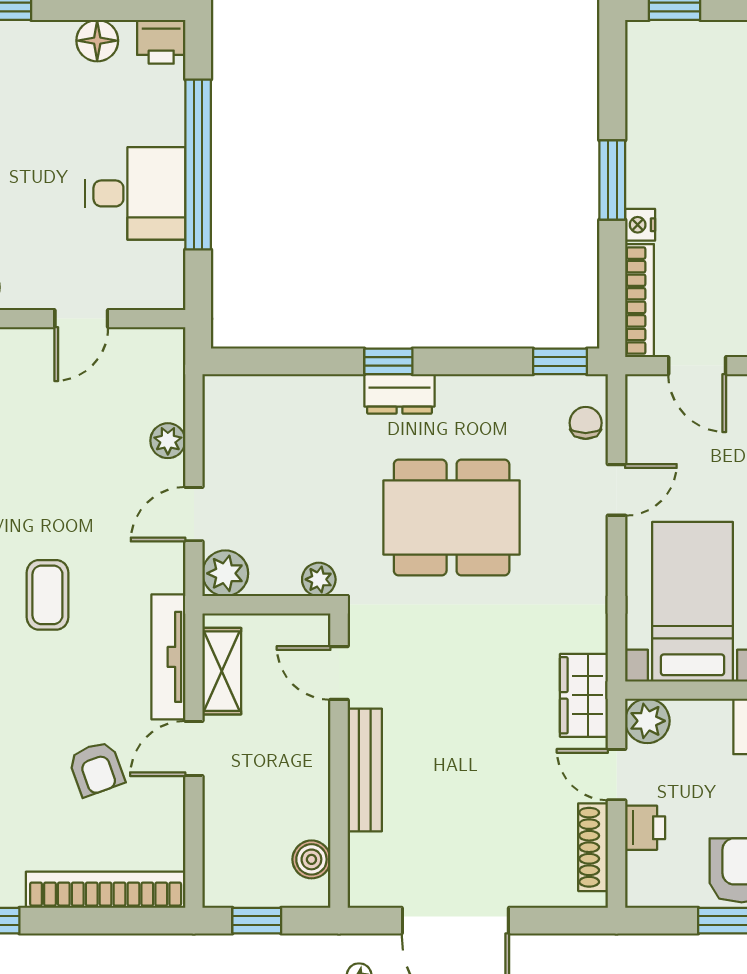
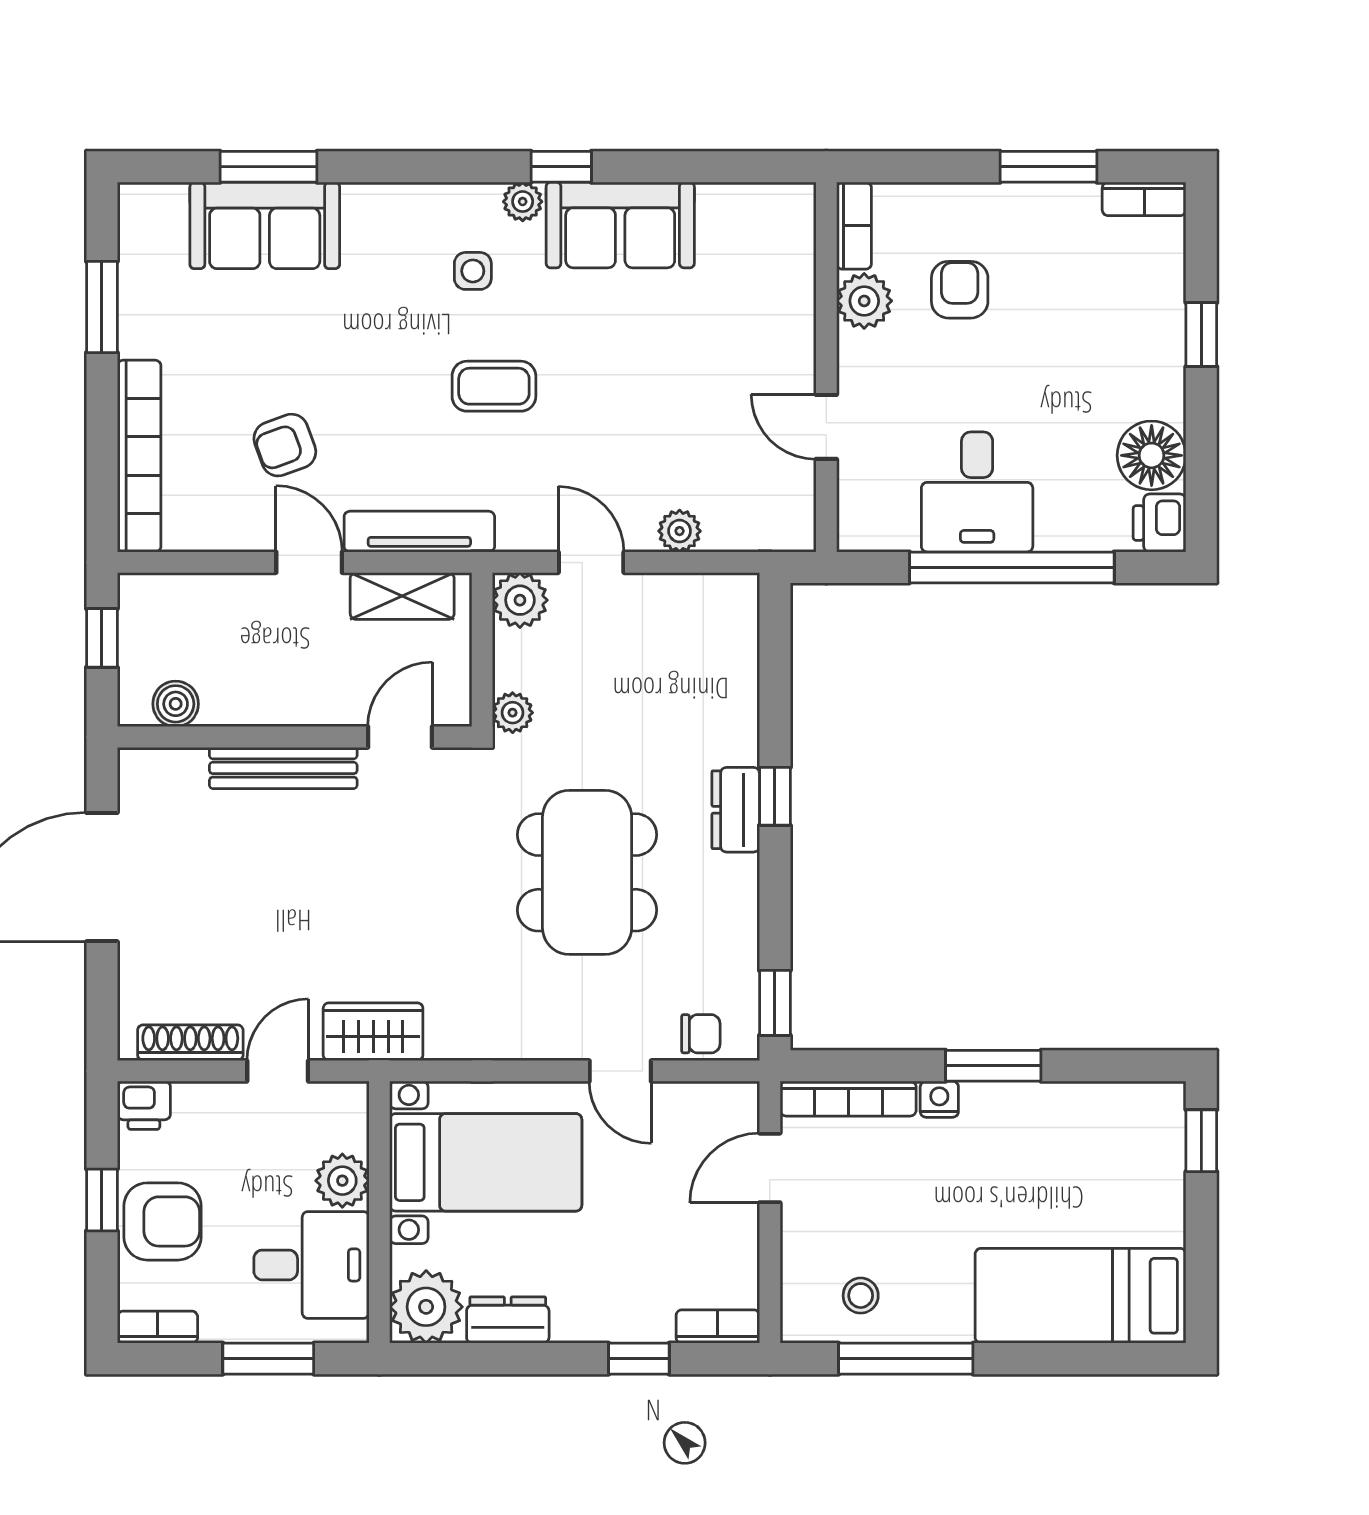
floor lamp: (97, 41) -> (1152, 455), width x1.38, depth x1.38
plant: (647, 721) -> (342, 1181), moved
printer: (645, 828) -> (144, 1105), moved

